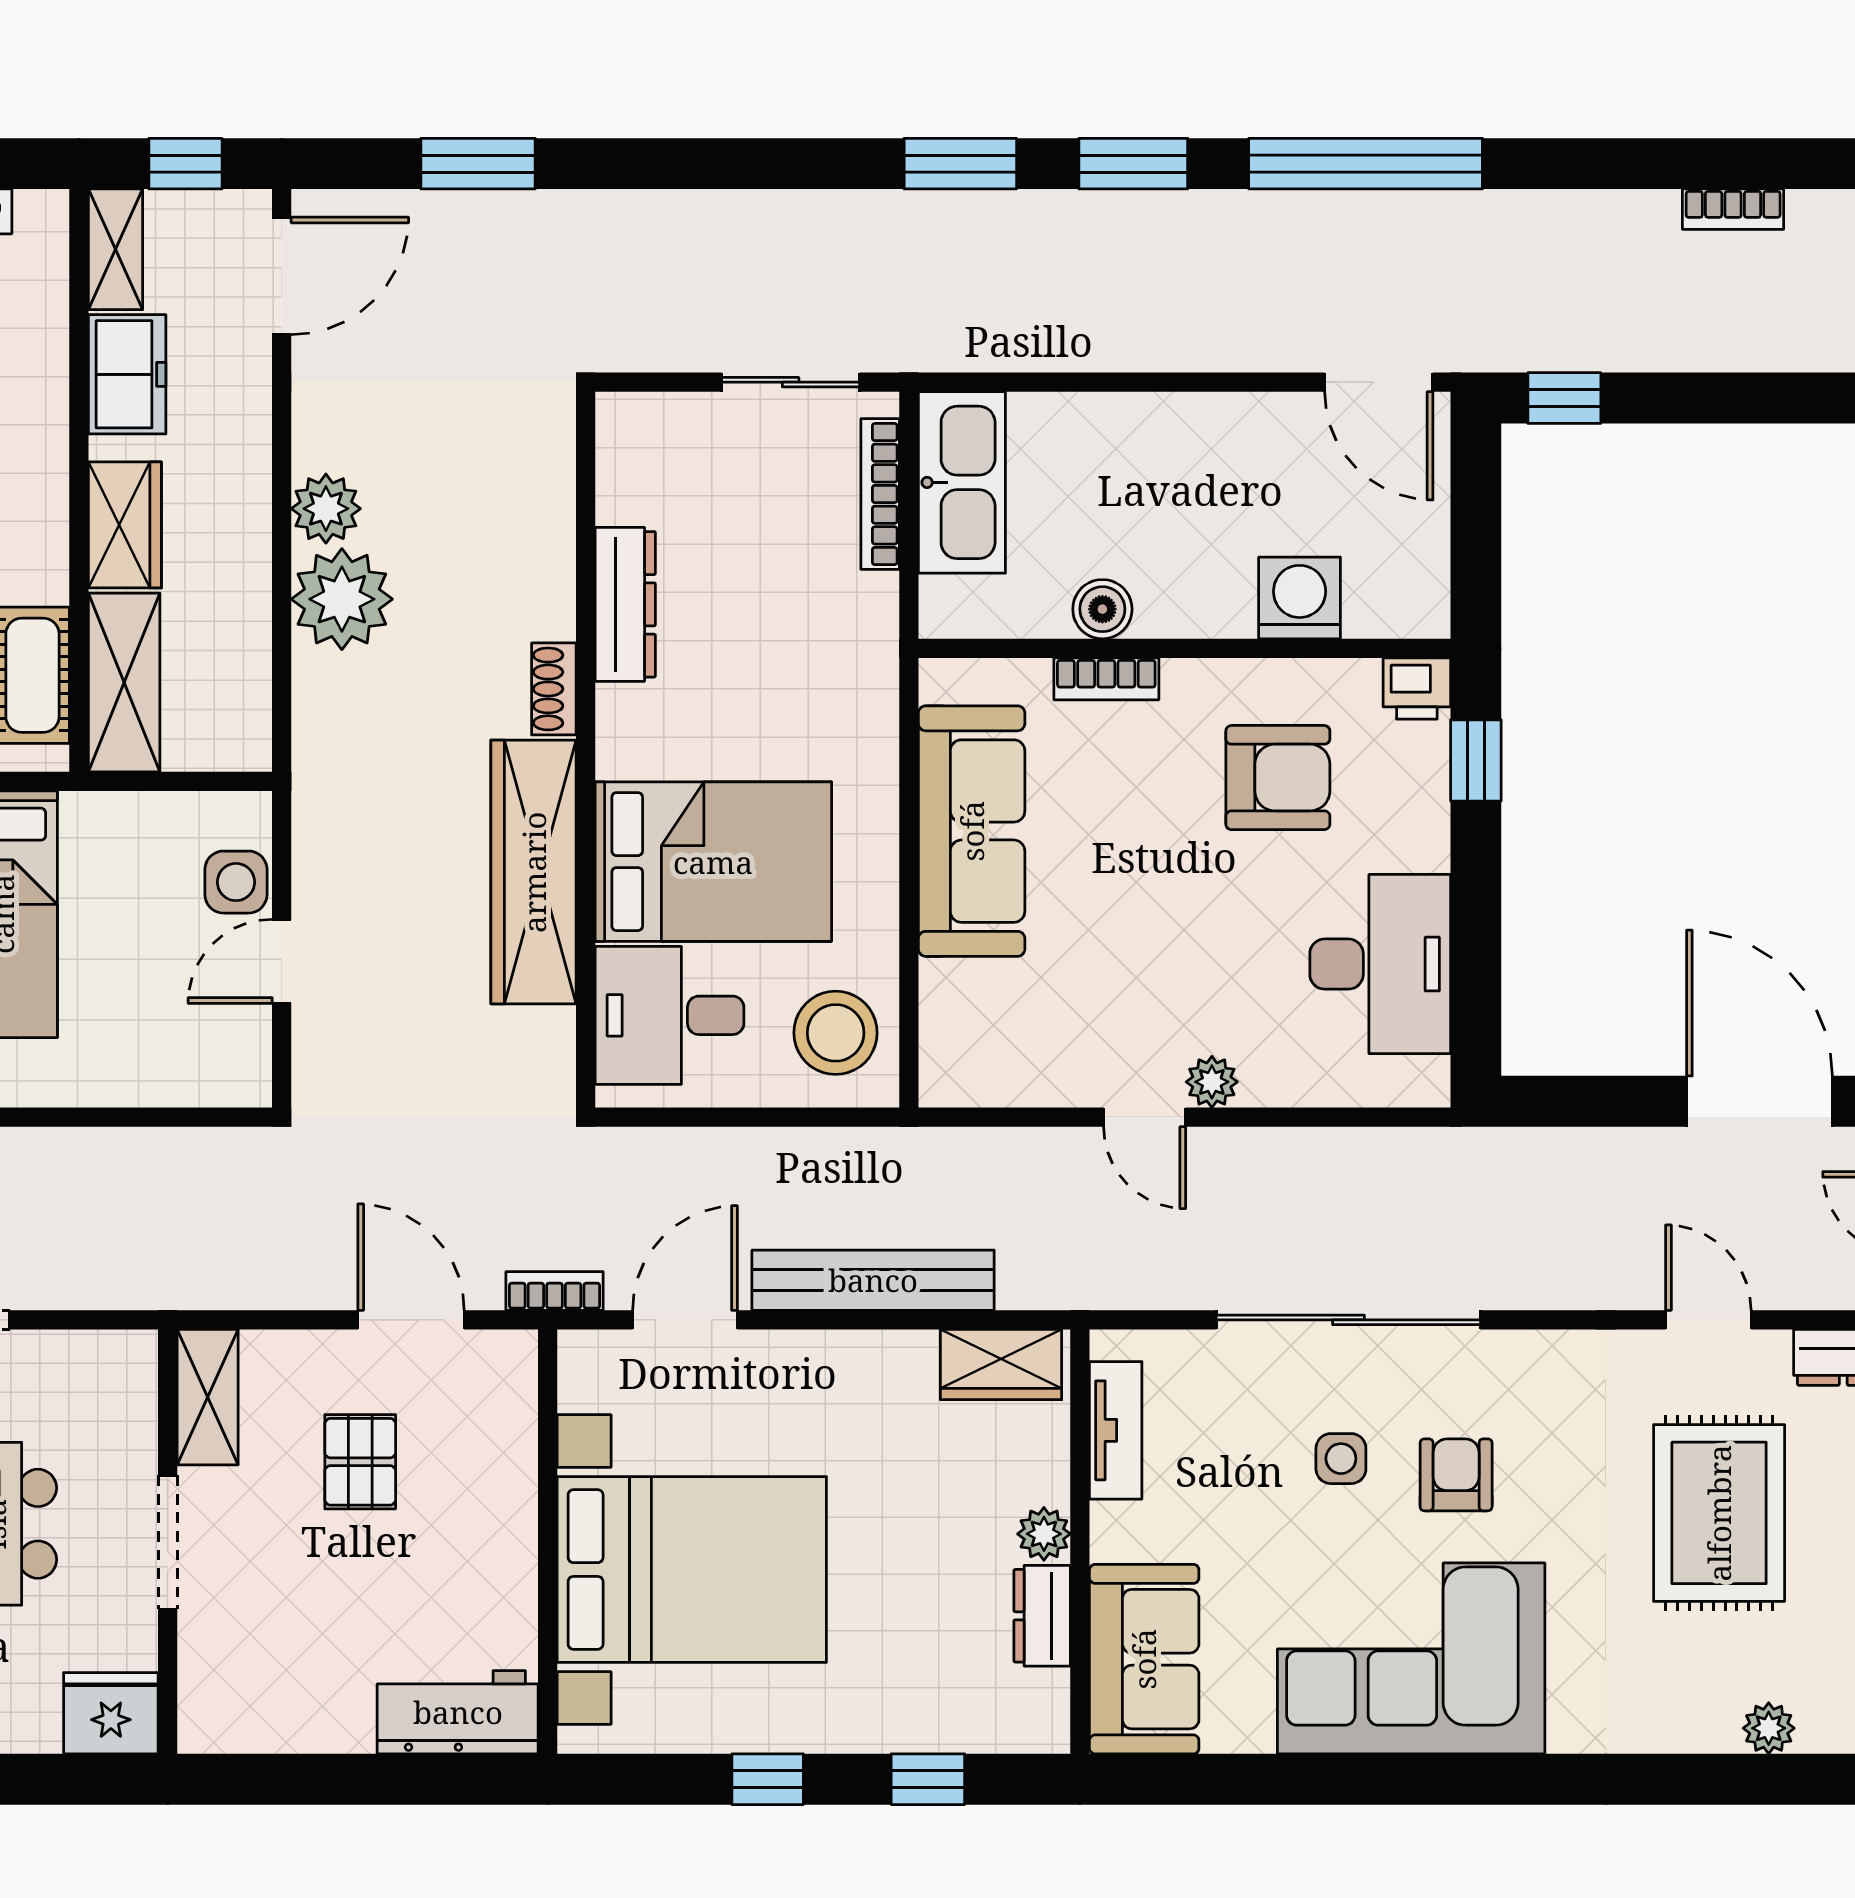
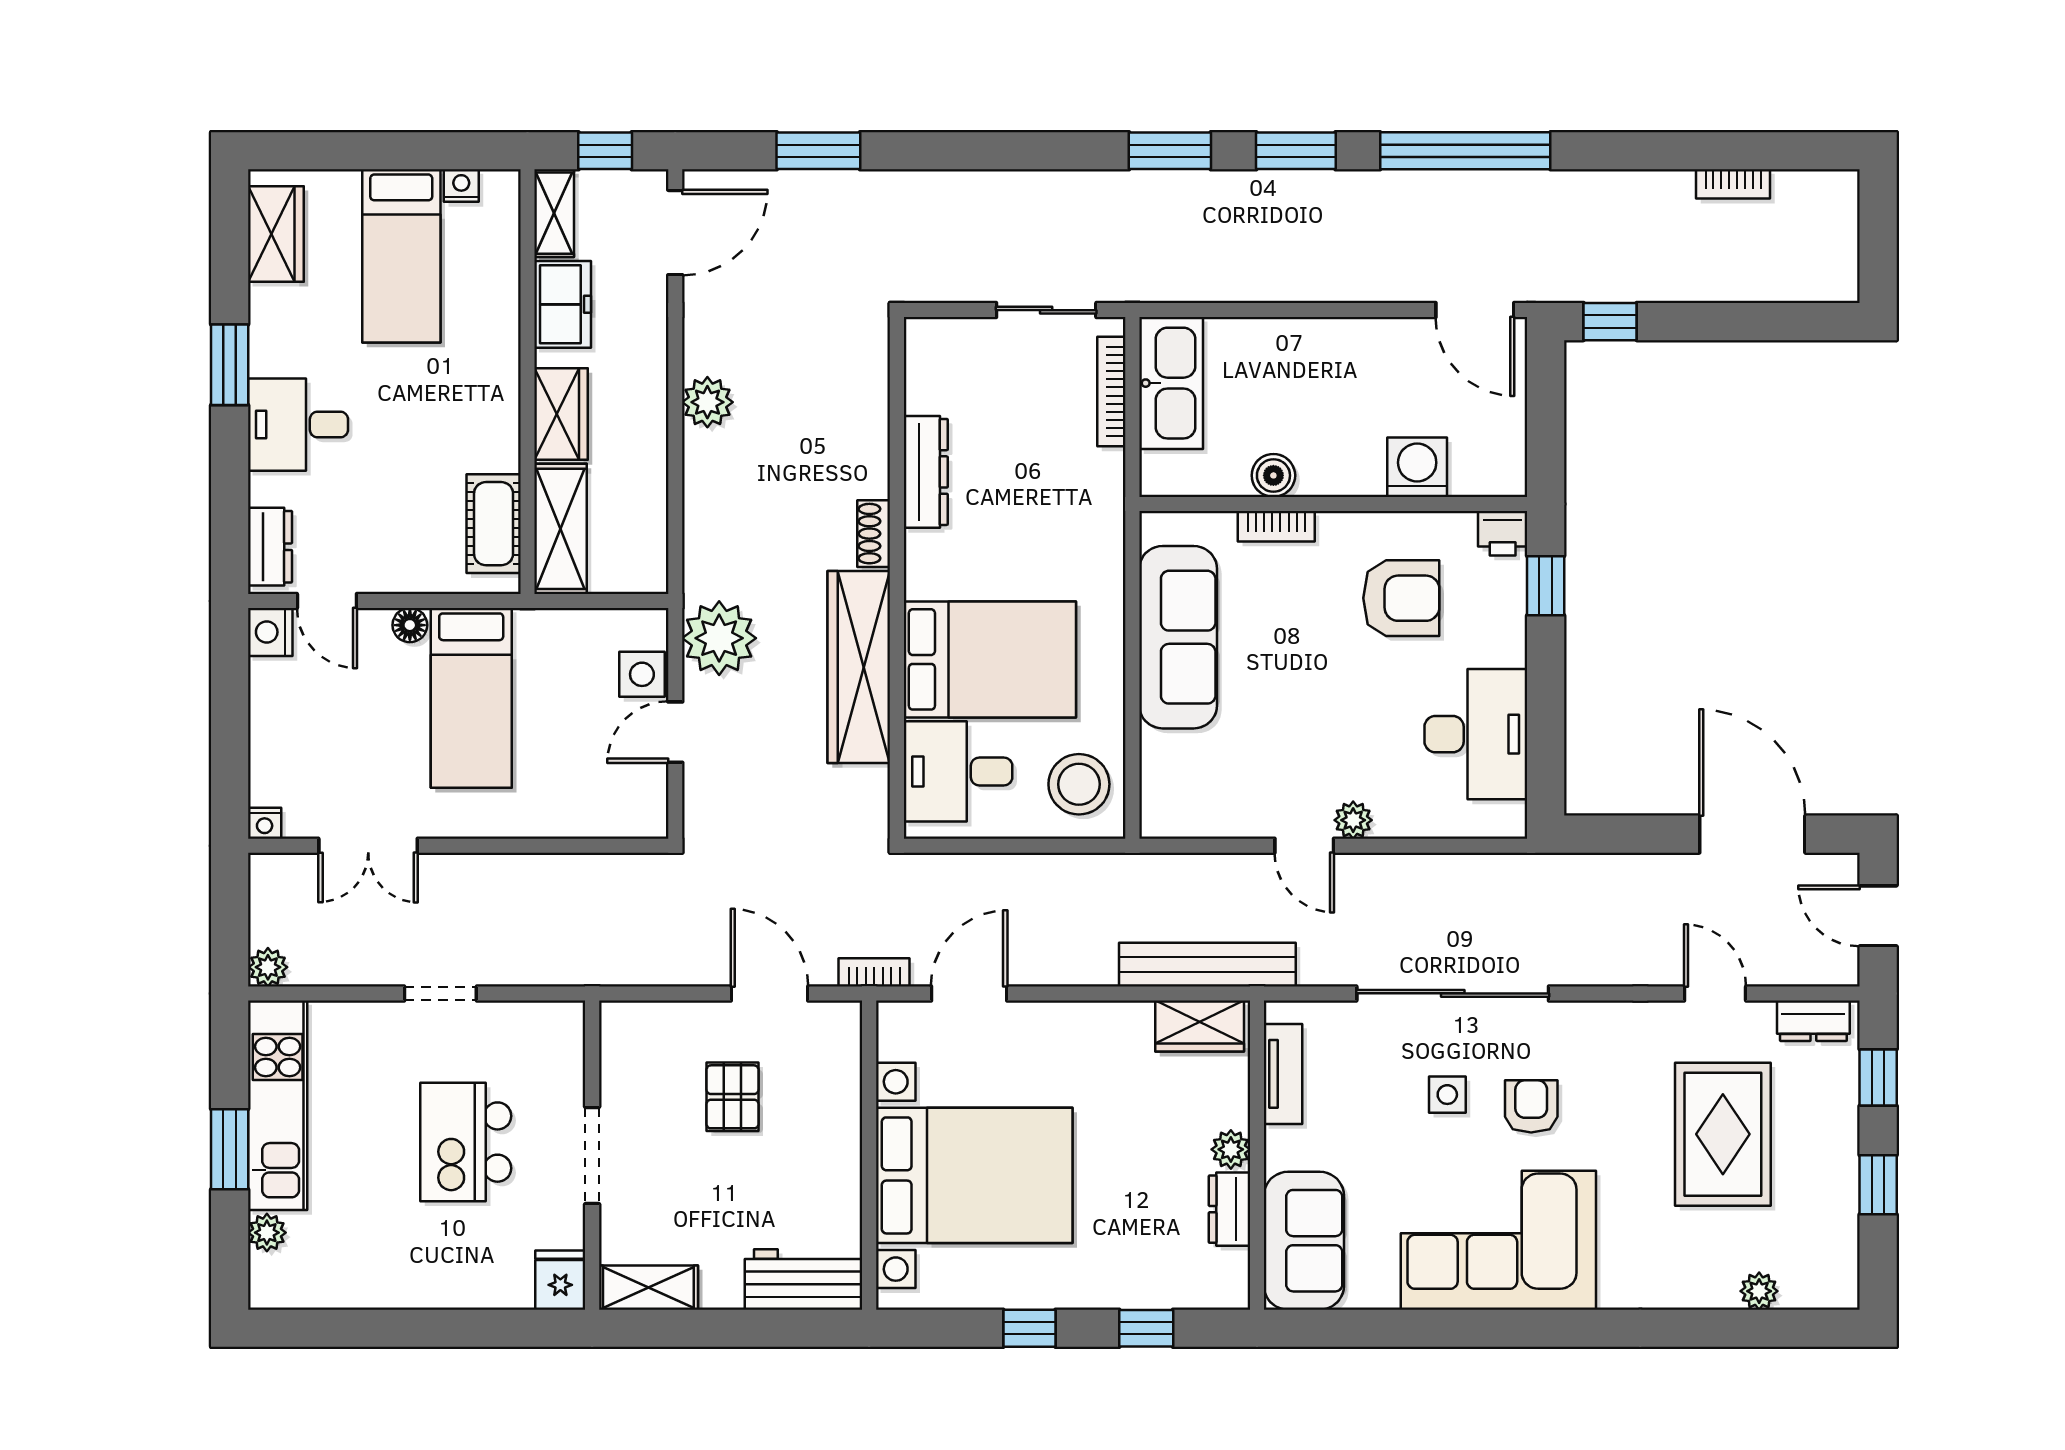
plant: (342, 599) -> (719, 638), moved
bench: (873, 1280) -> (1207, 965), moved
shelving: (208, 1397) -> (648, 1288), moved, turned 90
fridge: (111, 1713) -> (560, 1280), width x0.72

